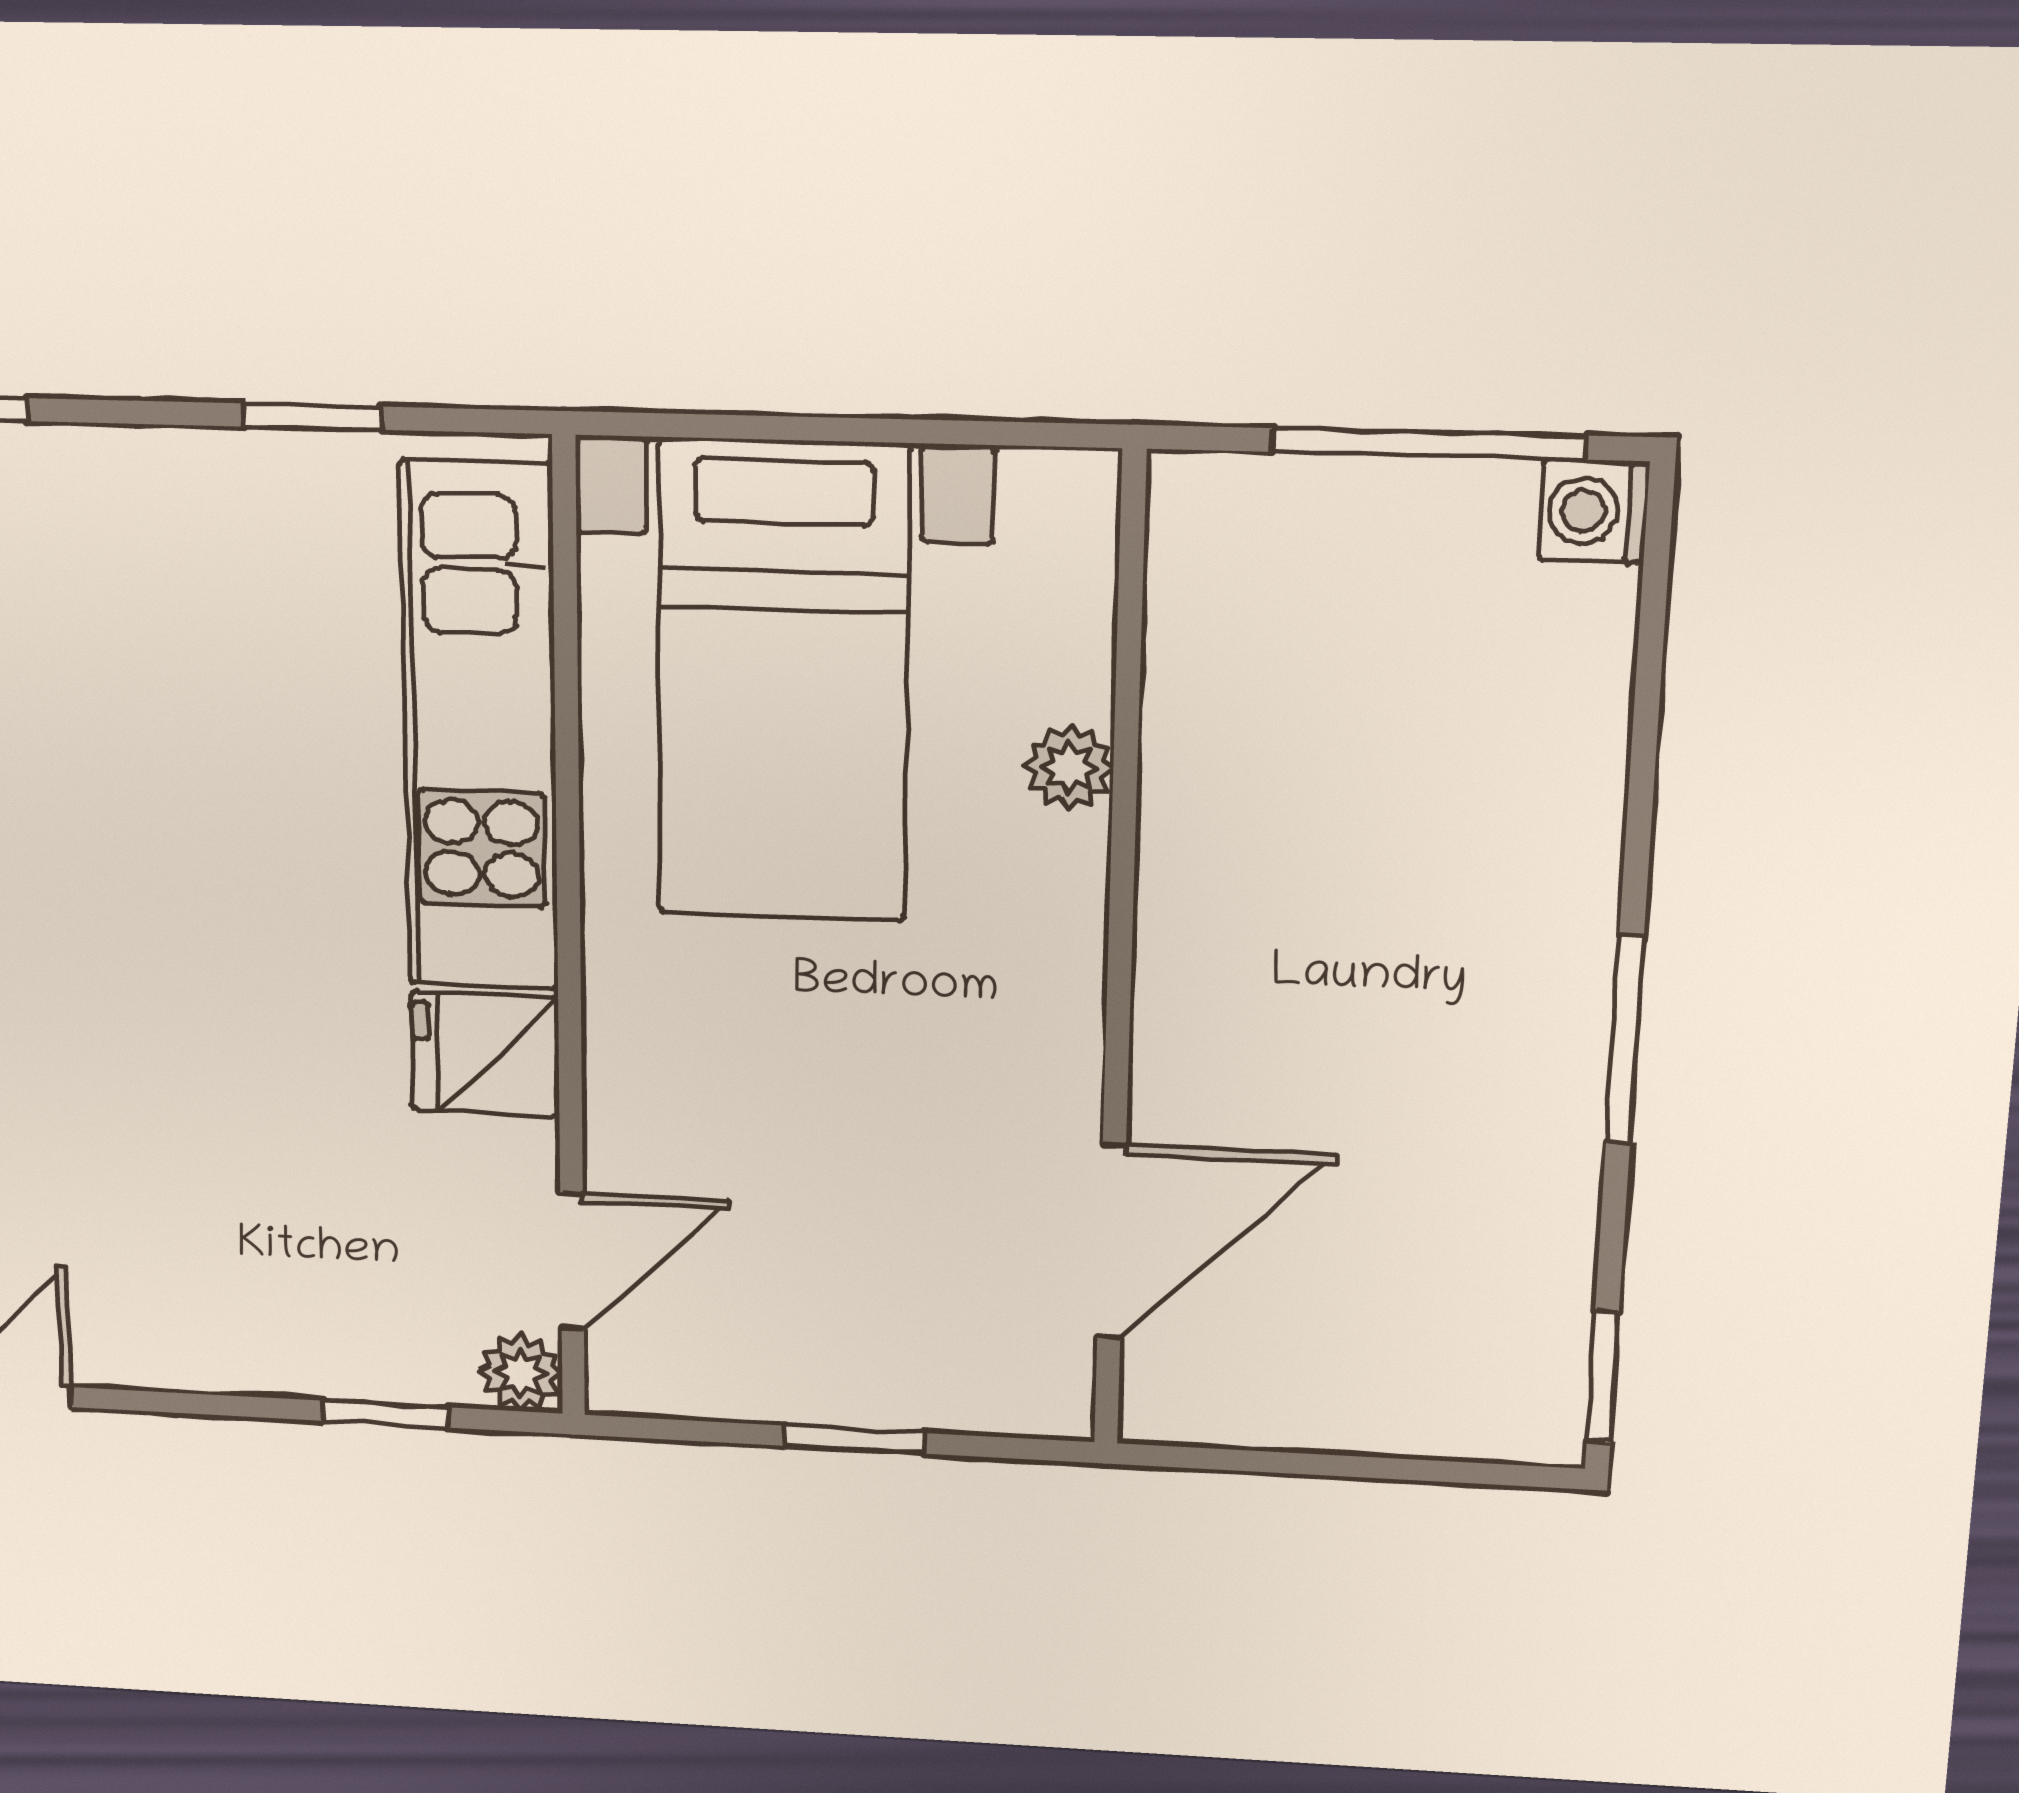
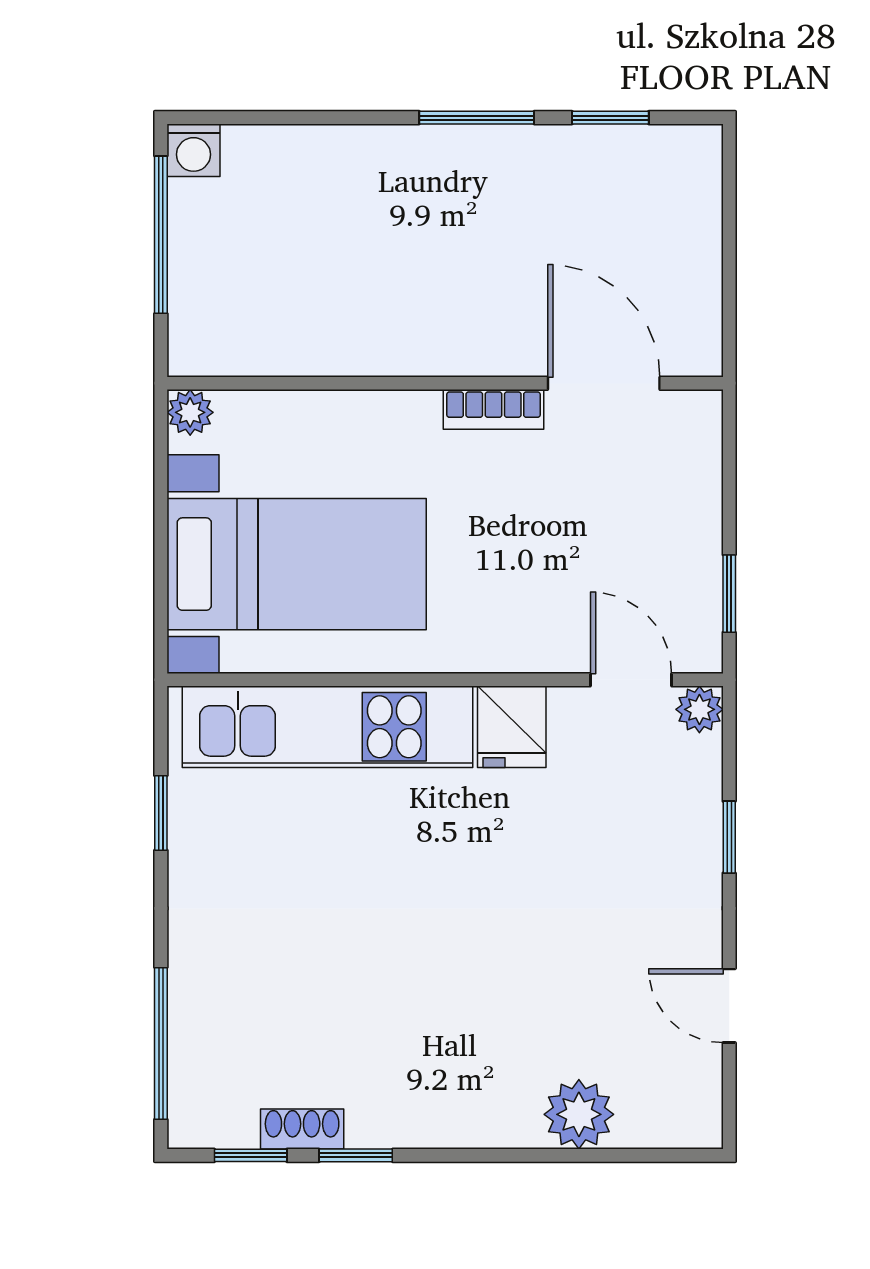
plant: (1069, 767) -> (190, 412), moved
bookcase: (1068, 1047) -> (494, 409), added
window: (1603, 1377) -> (610, 118), moved
window: (386, 1414) -> (729, 837), moved
window: (854, 1440) -> (729, 594), moved

